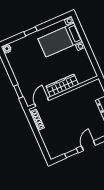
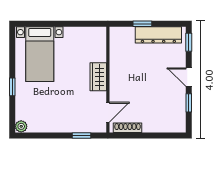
wardrobe: (62, 85) -> (98, 77), width x0.67
door: (42, 102) -> (108, 112), swing flipped

